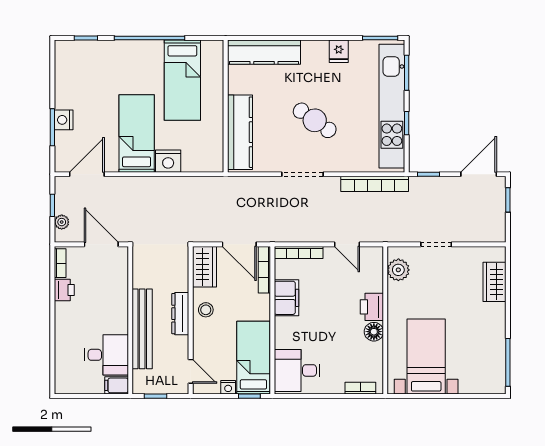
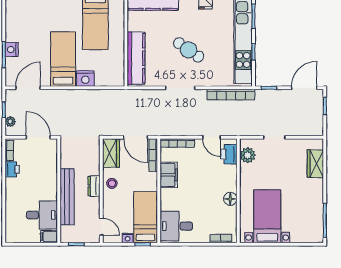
printer: (372, 307) -> (229, 154), moved
dresser: (180, 314) -> (94, 186), width x0.70

